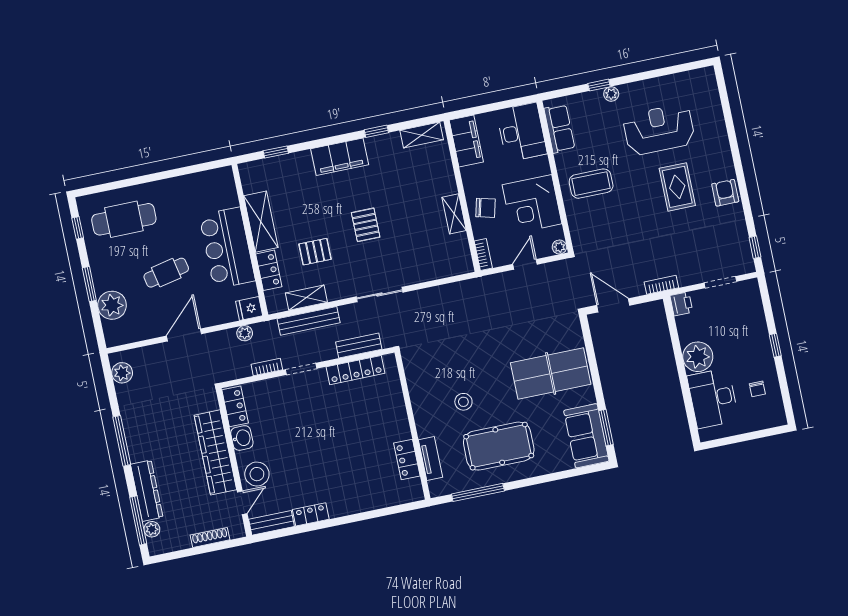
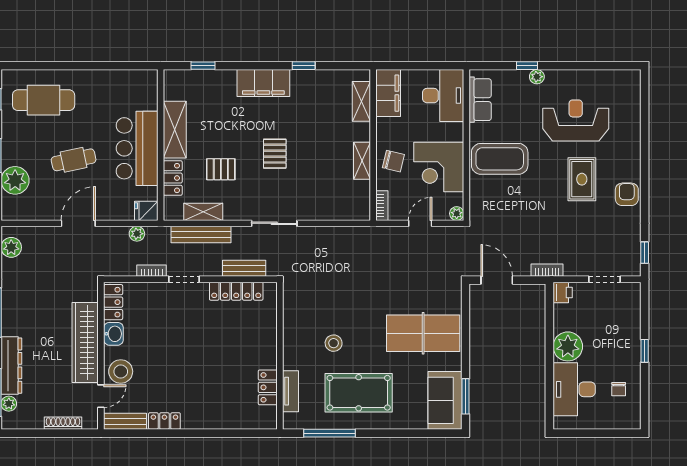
shelving: (422, 135) -> (361, 101), moved, turned 90
coffee table: (591, 184) -> (500, 159), width x1.36, depth x1.32

